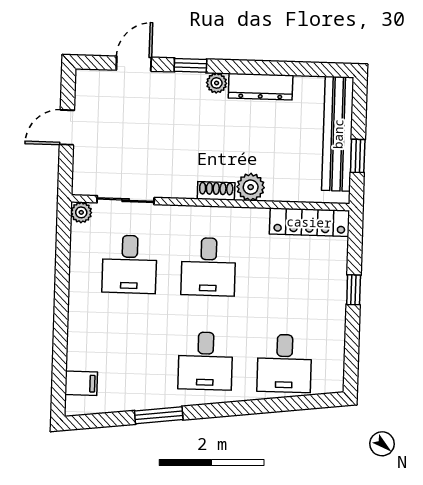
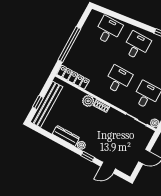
window: (358, 156) -> (38, 102), moved
window: (354, 290) -> (69, 44), width x3.17

